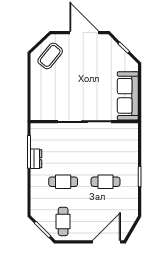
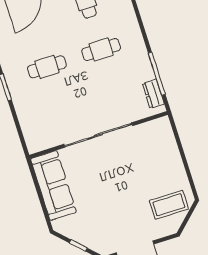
coffee table: (50, 56) -> (169, 205), turned 51
dresser: (36, 159) -> (153, 94), moved

